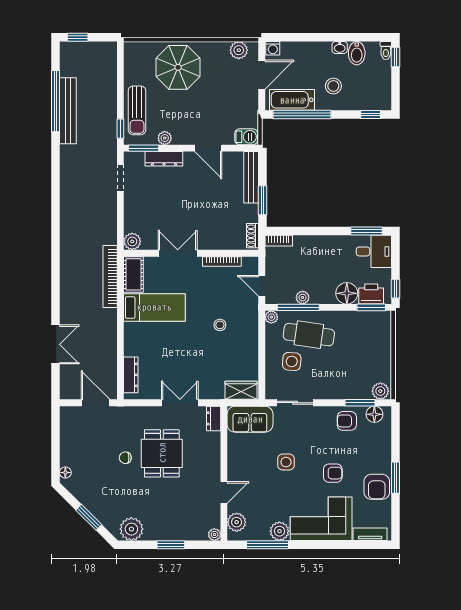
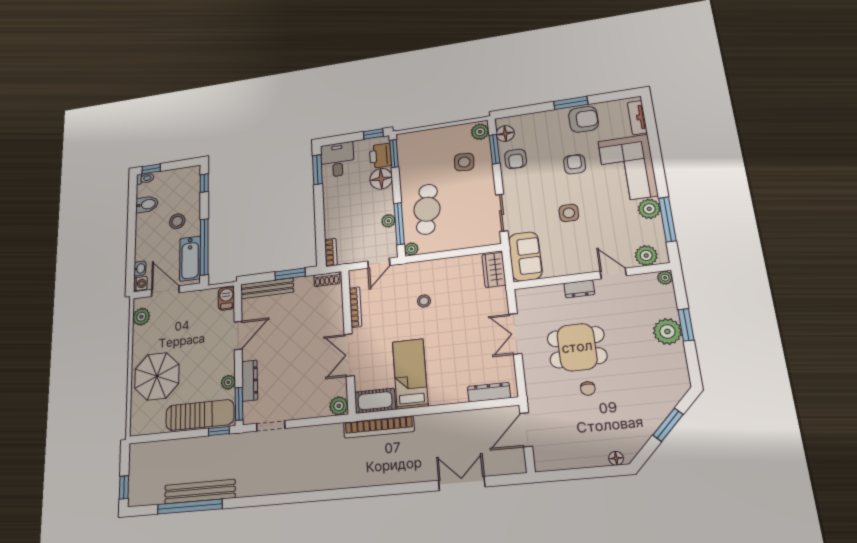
washbasin: (340, 47) -> (140, 269), moved
sun lounger: (137, 110) -> (200, 415), width x1.36, depth x1.34
side table: (292, 361) -> (464, 162), moved
dresser: (214, 418) -> (579, 289), moved
plant: (131, 529) -> (667, 331), moved

